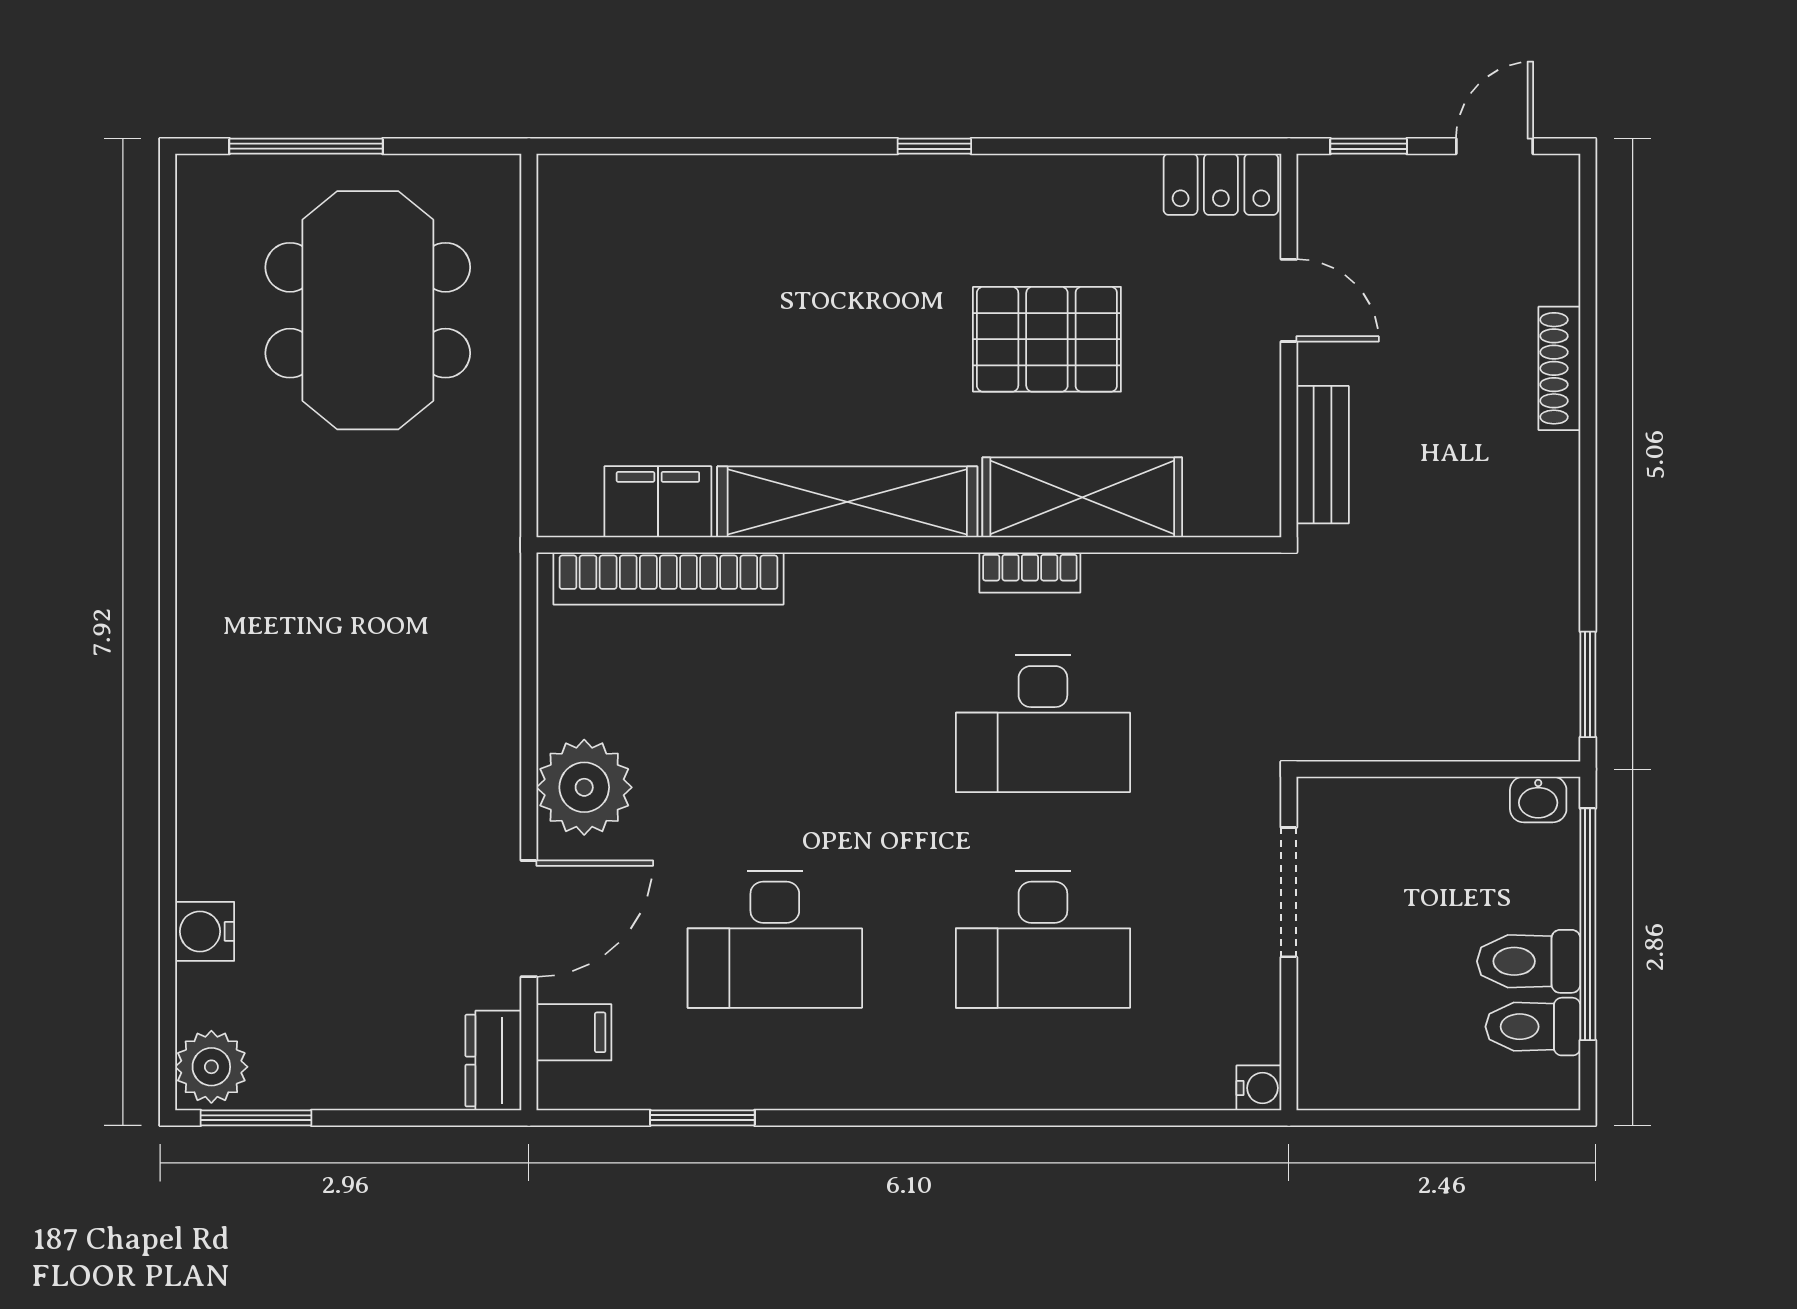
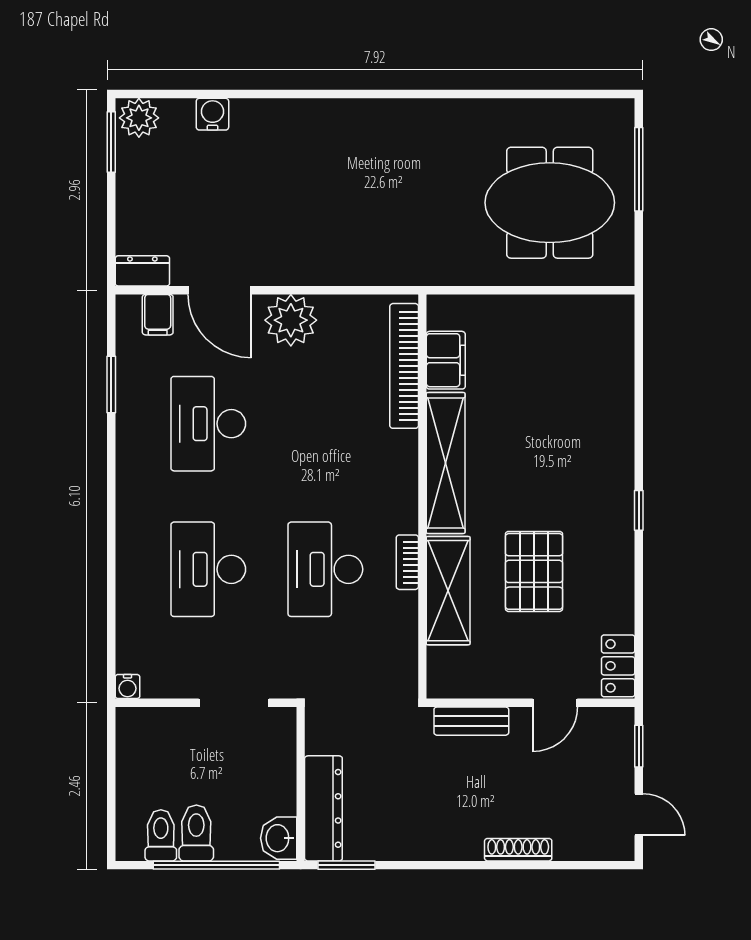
dresser: (1483, 727) -> (323, 808), added
washbasin: (1538, 799) -> (279, 838), width x1.38, depth x1.45

